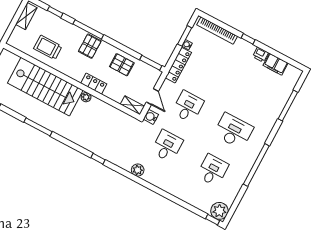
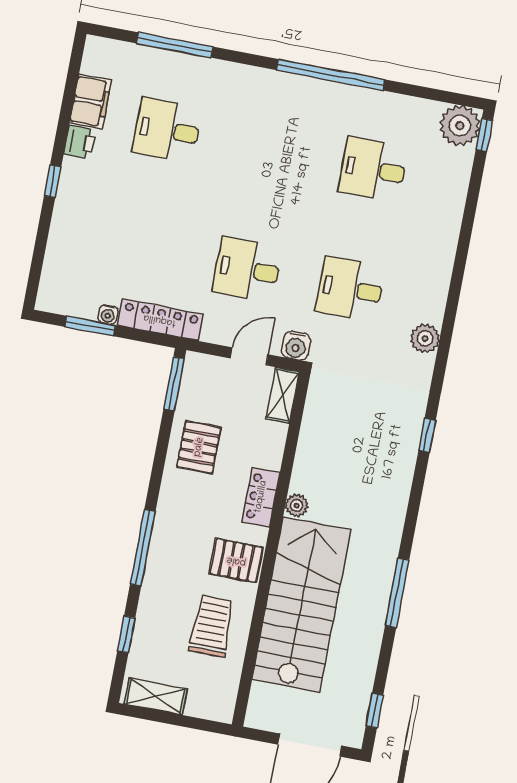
bookcase: (217, 30) -> (55, 257), removed
pallet: (90, 46) -> (236, 561), moved
trolley: (48, 48) -> (212, 626), turned 180
desk: (233, 131) -> (167, 130), moved, width x0.73

